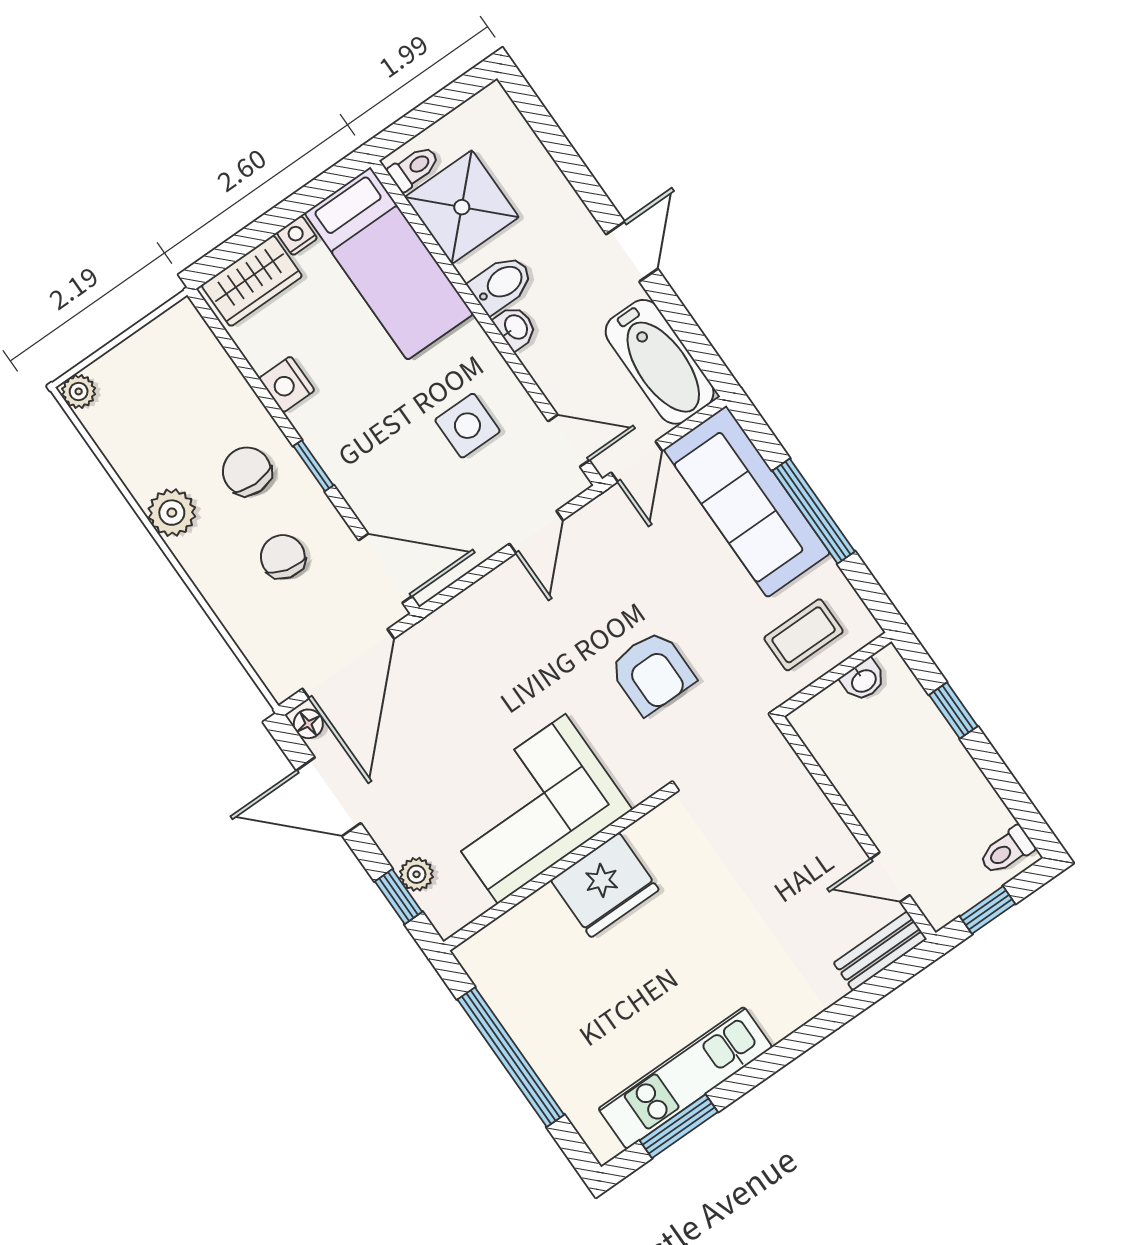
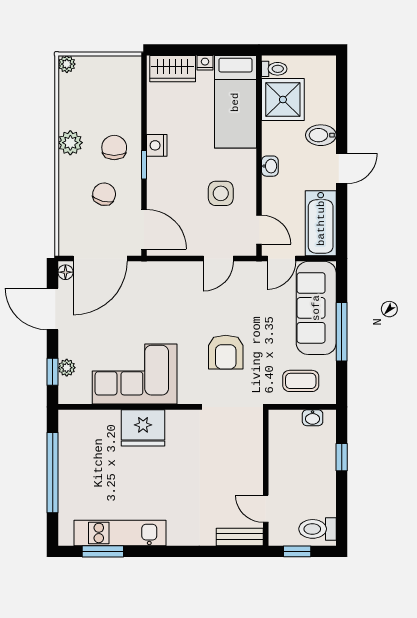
bidet: (501, 284) -> (321, 135), moved, turned 180
nightstand: (287, 384) -> (157, 145), moved
toilet: (1007, 851) -> (317, 529), width x1.37, depth x1.39

